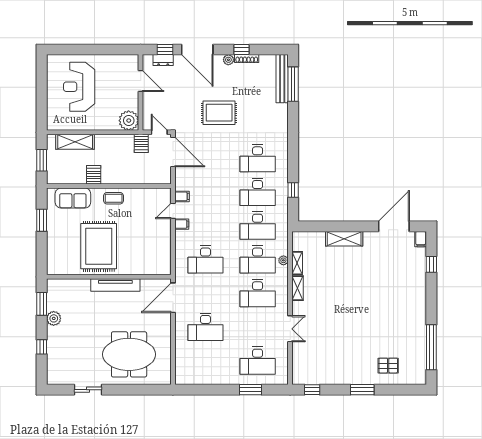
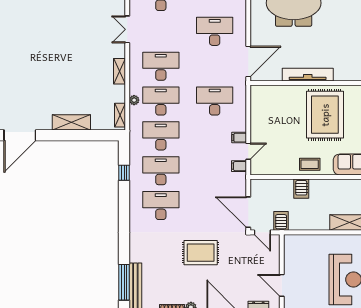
plant: (129, 121) -> (294, 245), removed
server rack: (94, 175) -> (301, 189), moved
shelving: (297, 263) -> (120, 115), moved

